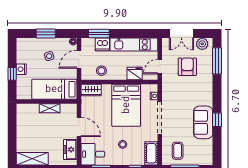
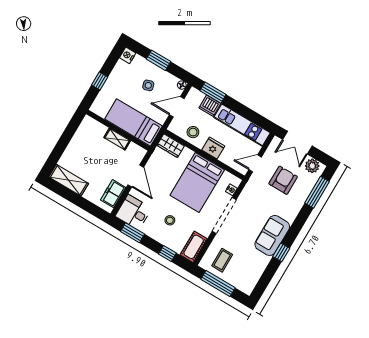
nightstand: (21, 69) -> (128, 55), moved
fridge: (135, 73) -> (213, 148), moved
sofa: (203, 122) -> (272, 235), moved

